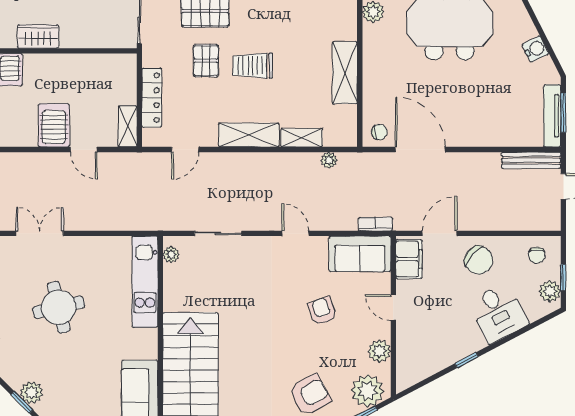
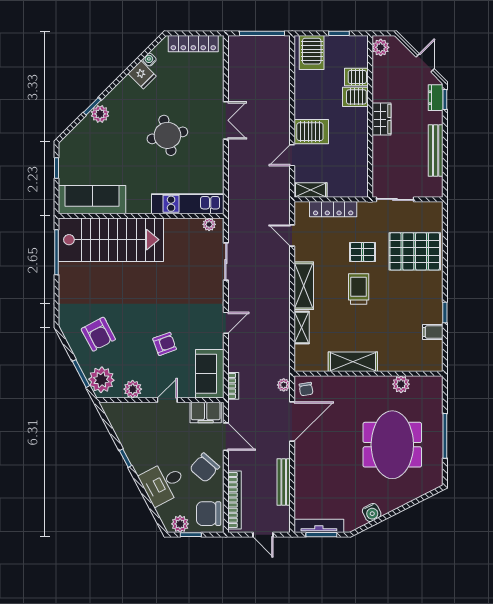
plant: (329, 160) -> (284, 385), moved
bench: (531, 160) -> (284, 482), moved
bookcase: (520, 223) -> (234, 500), added
chair: (537, 255) -> (209, 514), width x1.87, depth x1.87

